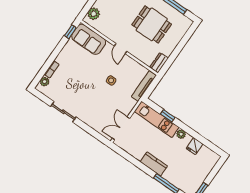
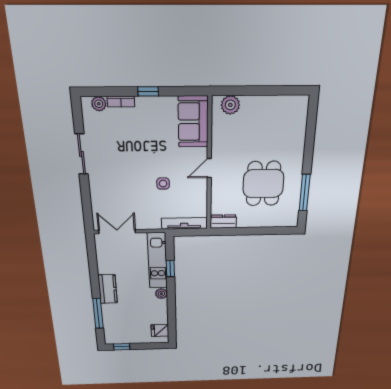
window: (70, 32) -> (148, 91), moved
fridge: (195, 146) -> (160, 330), moved

